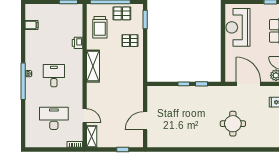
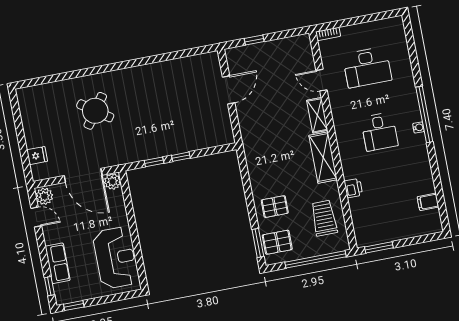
pallet: (122, 13) -> (277, 242), moved
plant: (230, 76) -> (113, 181), added
round table: (233, 124) -> (95, 111), turned 35
shelving: (92, 137) -> (317, 115), moved

